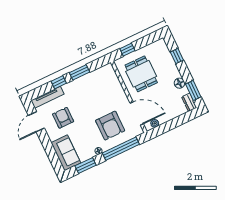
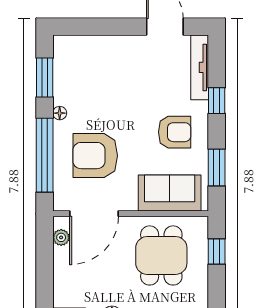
window: (79, 72) -> (217, 167), moved
dining table: (141, 74) -> (161, 255), turned 90
armchair: (63, 118) -> (175, 132), moved
sofa: (66, 153) -> (170, 193), moved, turned 180

